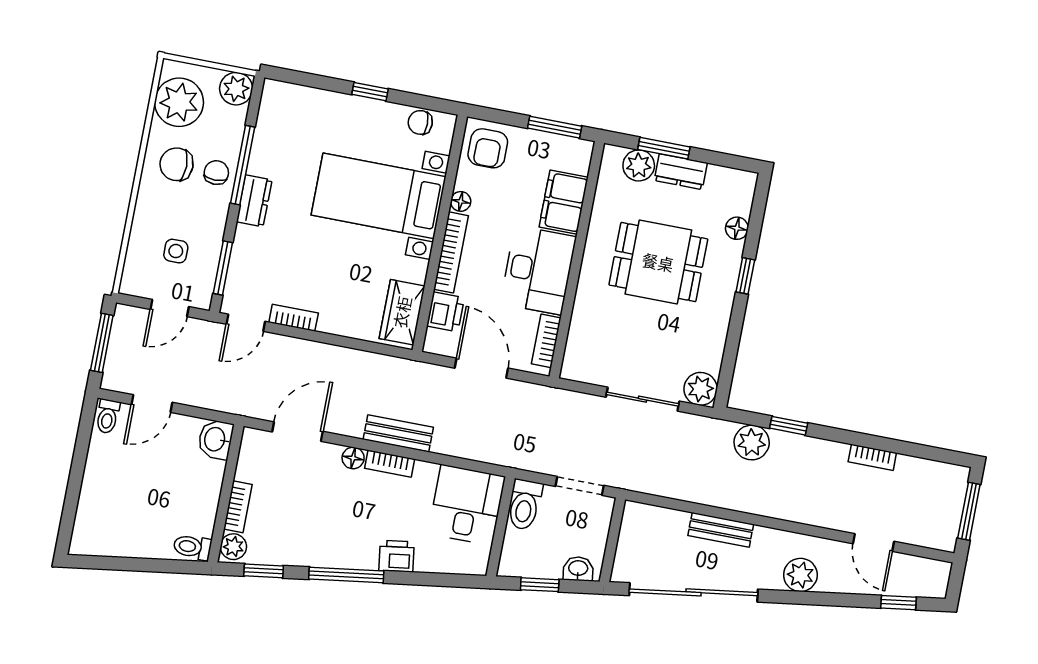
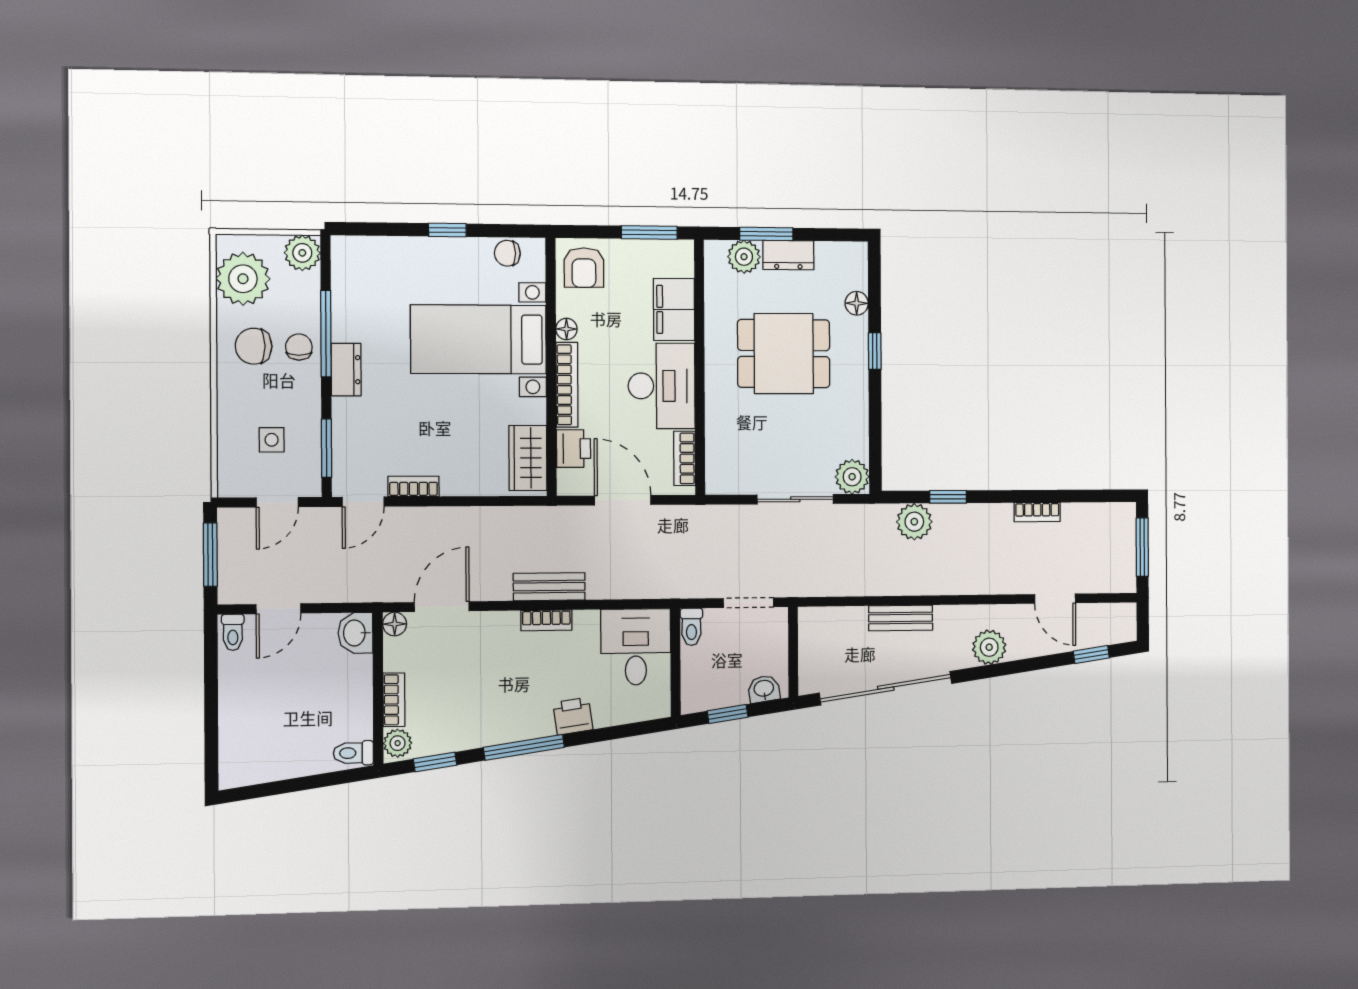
floor lamp: (353, 458) -> (395, 624), moved
toilet: (525, 505) -> (691, 627), width x0.73, depth x0.72

